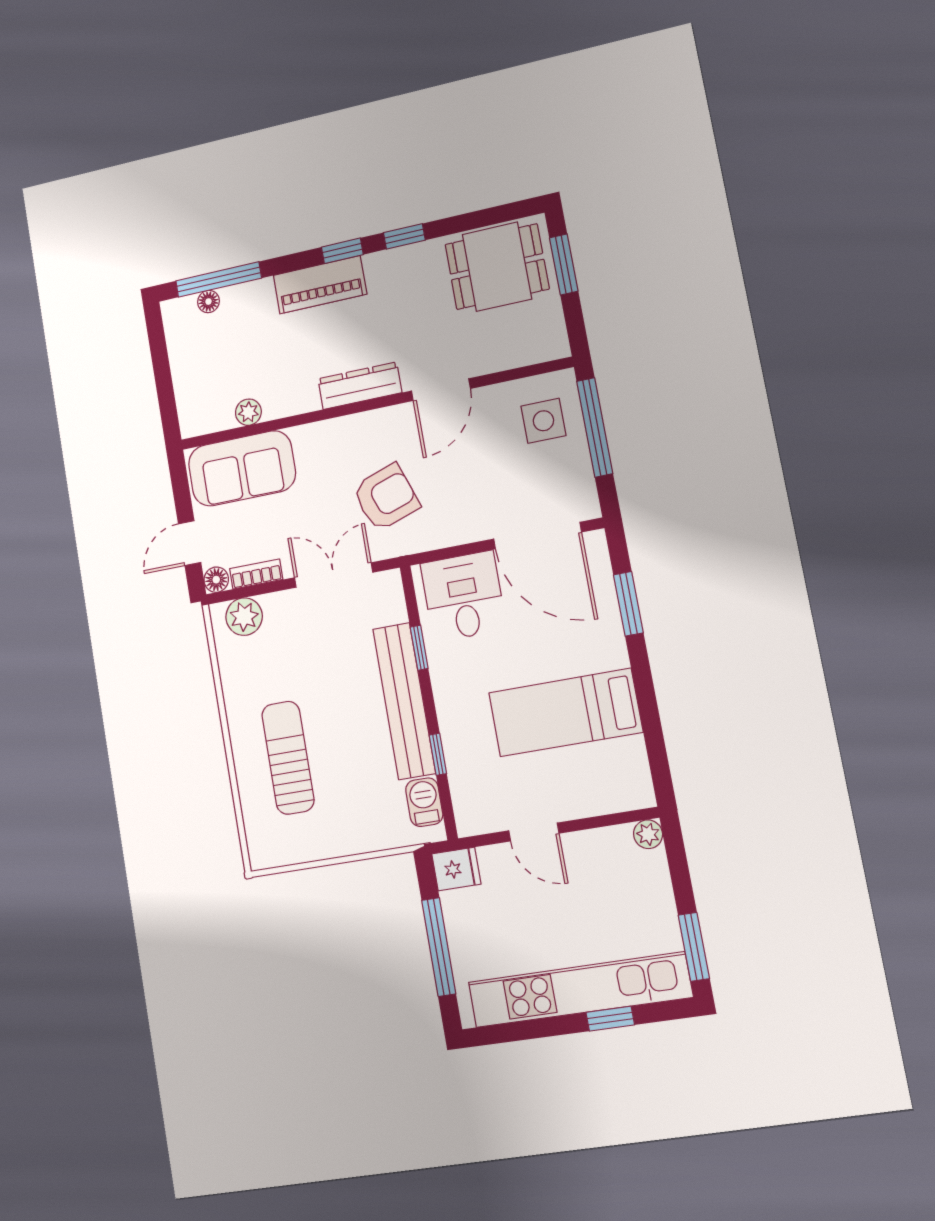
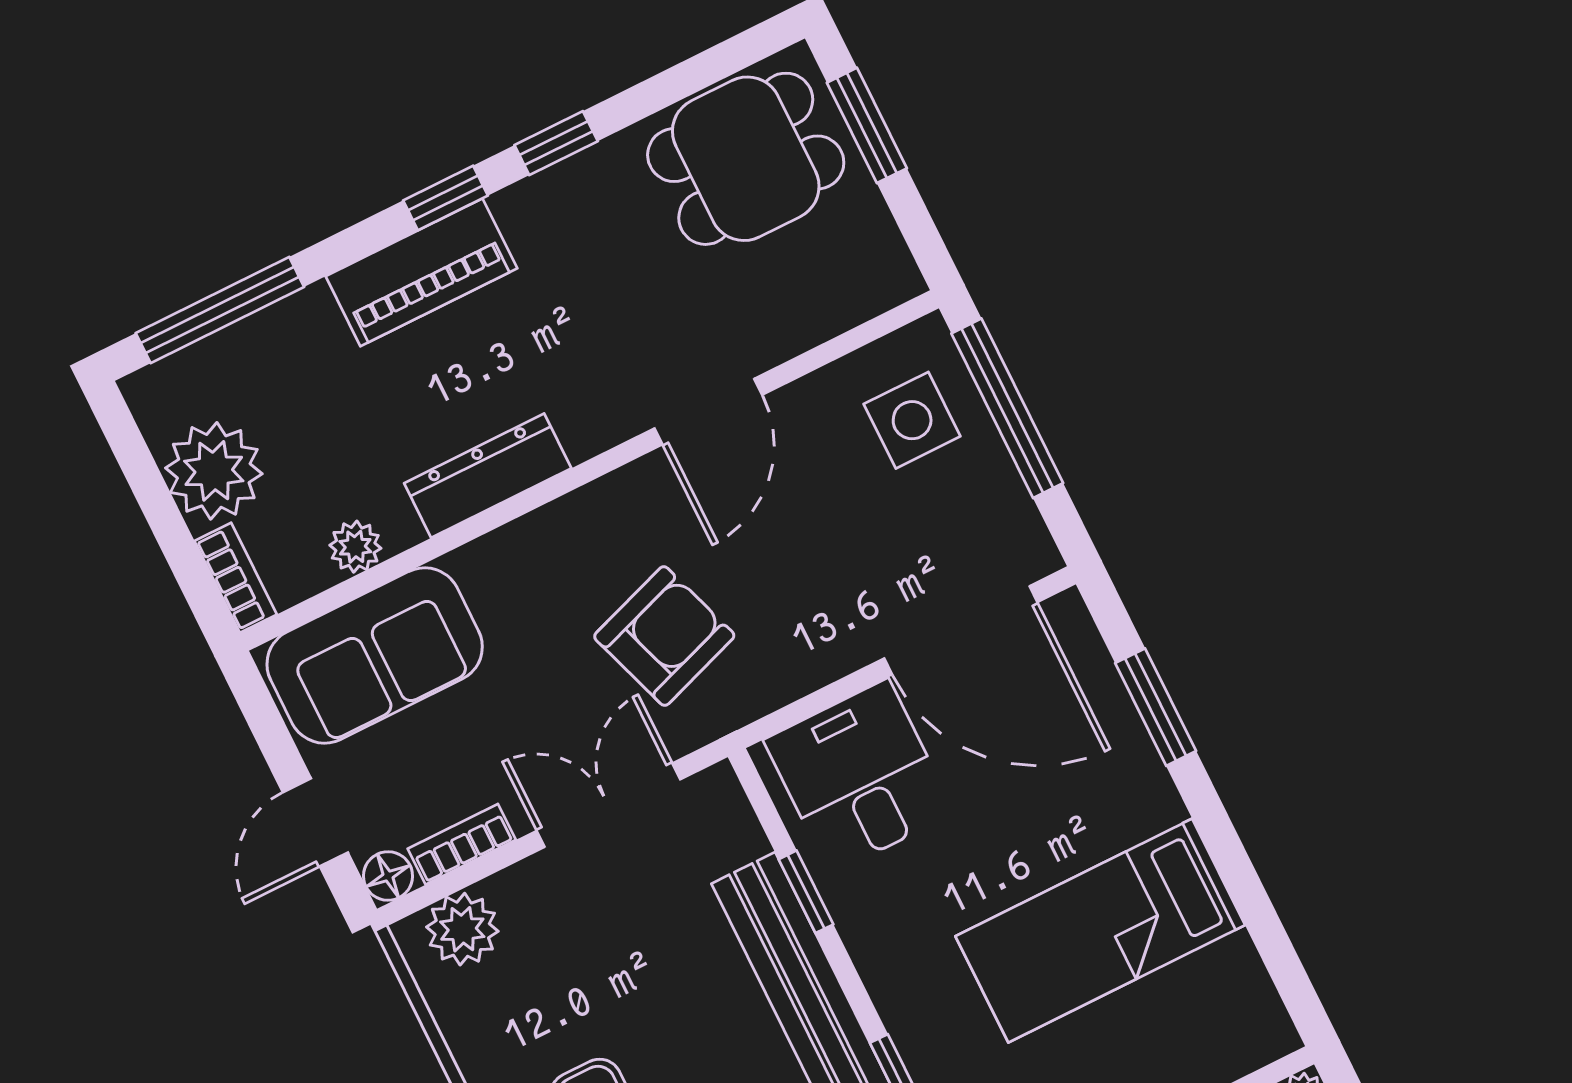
floor lamp: (208, 302) -> (213, 357), removed
plant: (192, 357) -> (214, 471), added
dresser: (360, 386) -> (488, 476), moved
bookcase: (187, 412) -> (236, 578), added

